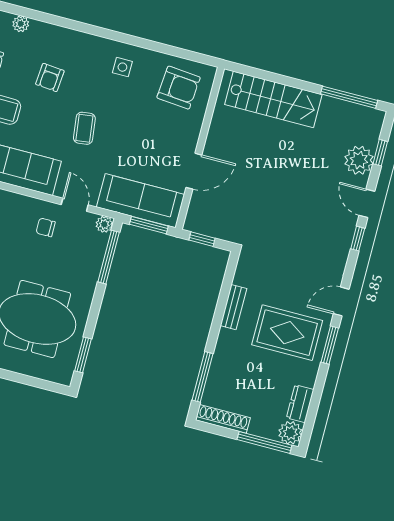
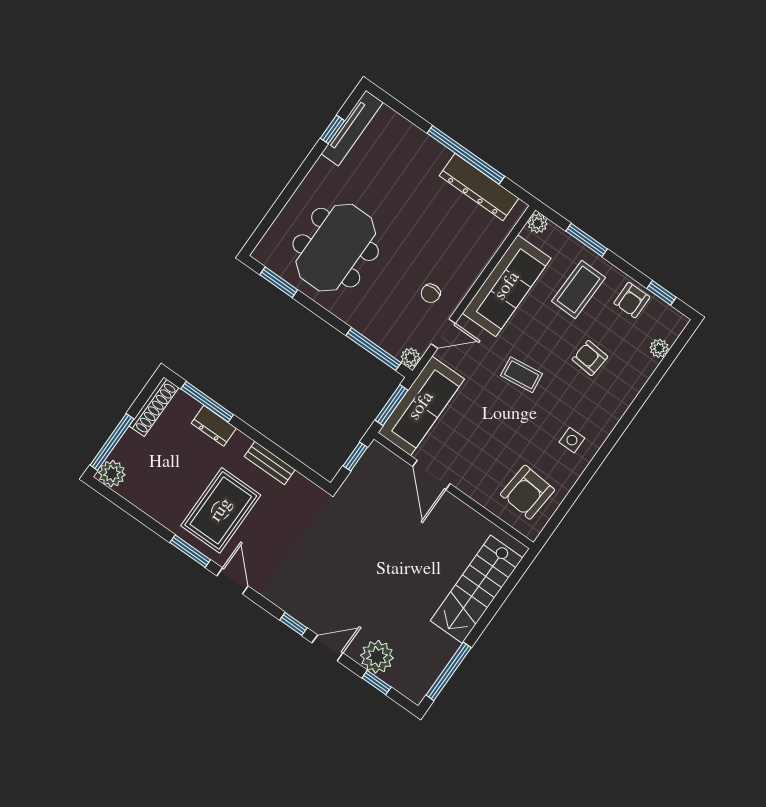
chair: (46, 227) -> (431, 293), turned 180
dresser: (300, 404) -> (214, 426), moved, turned 180

